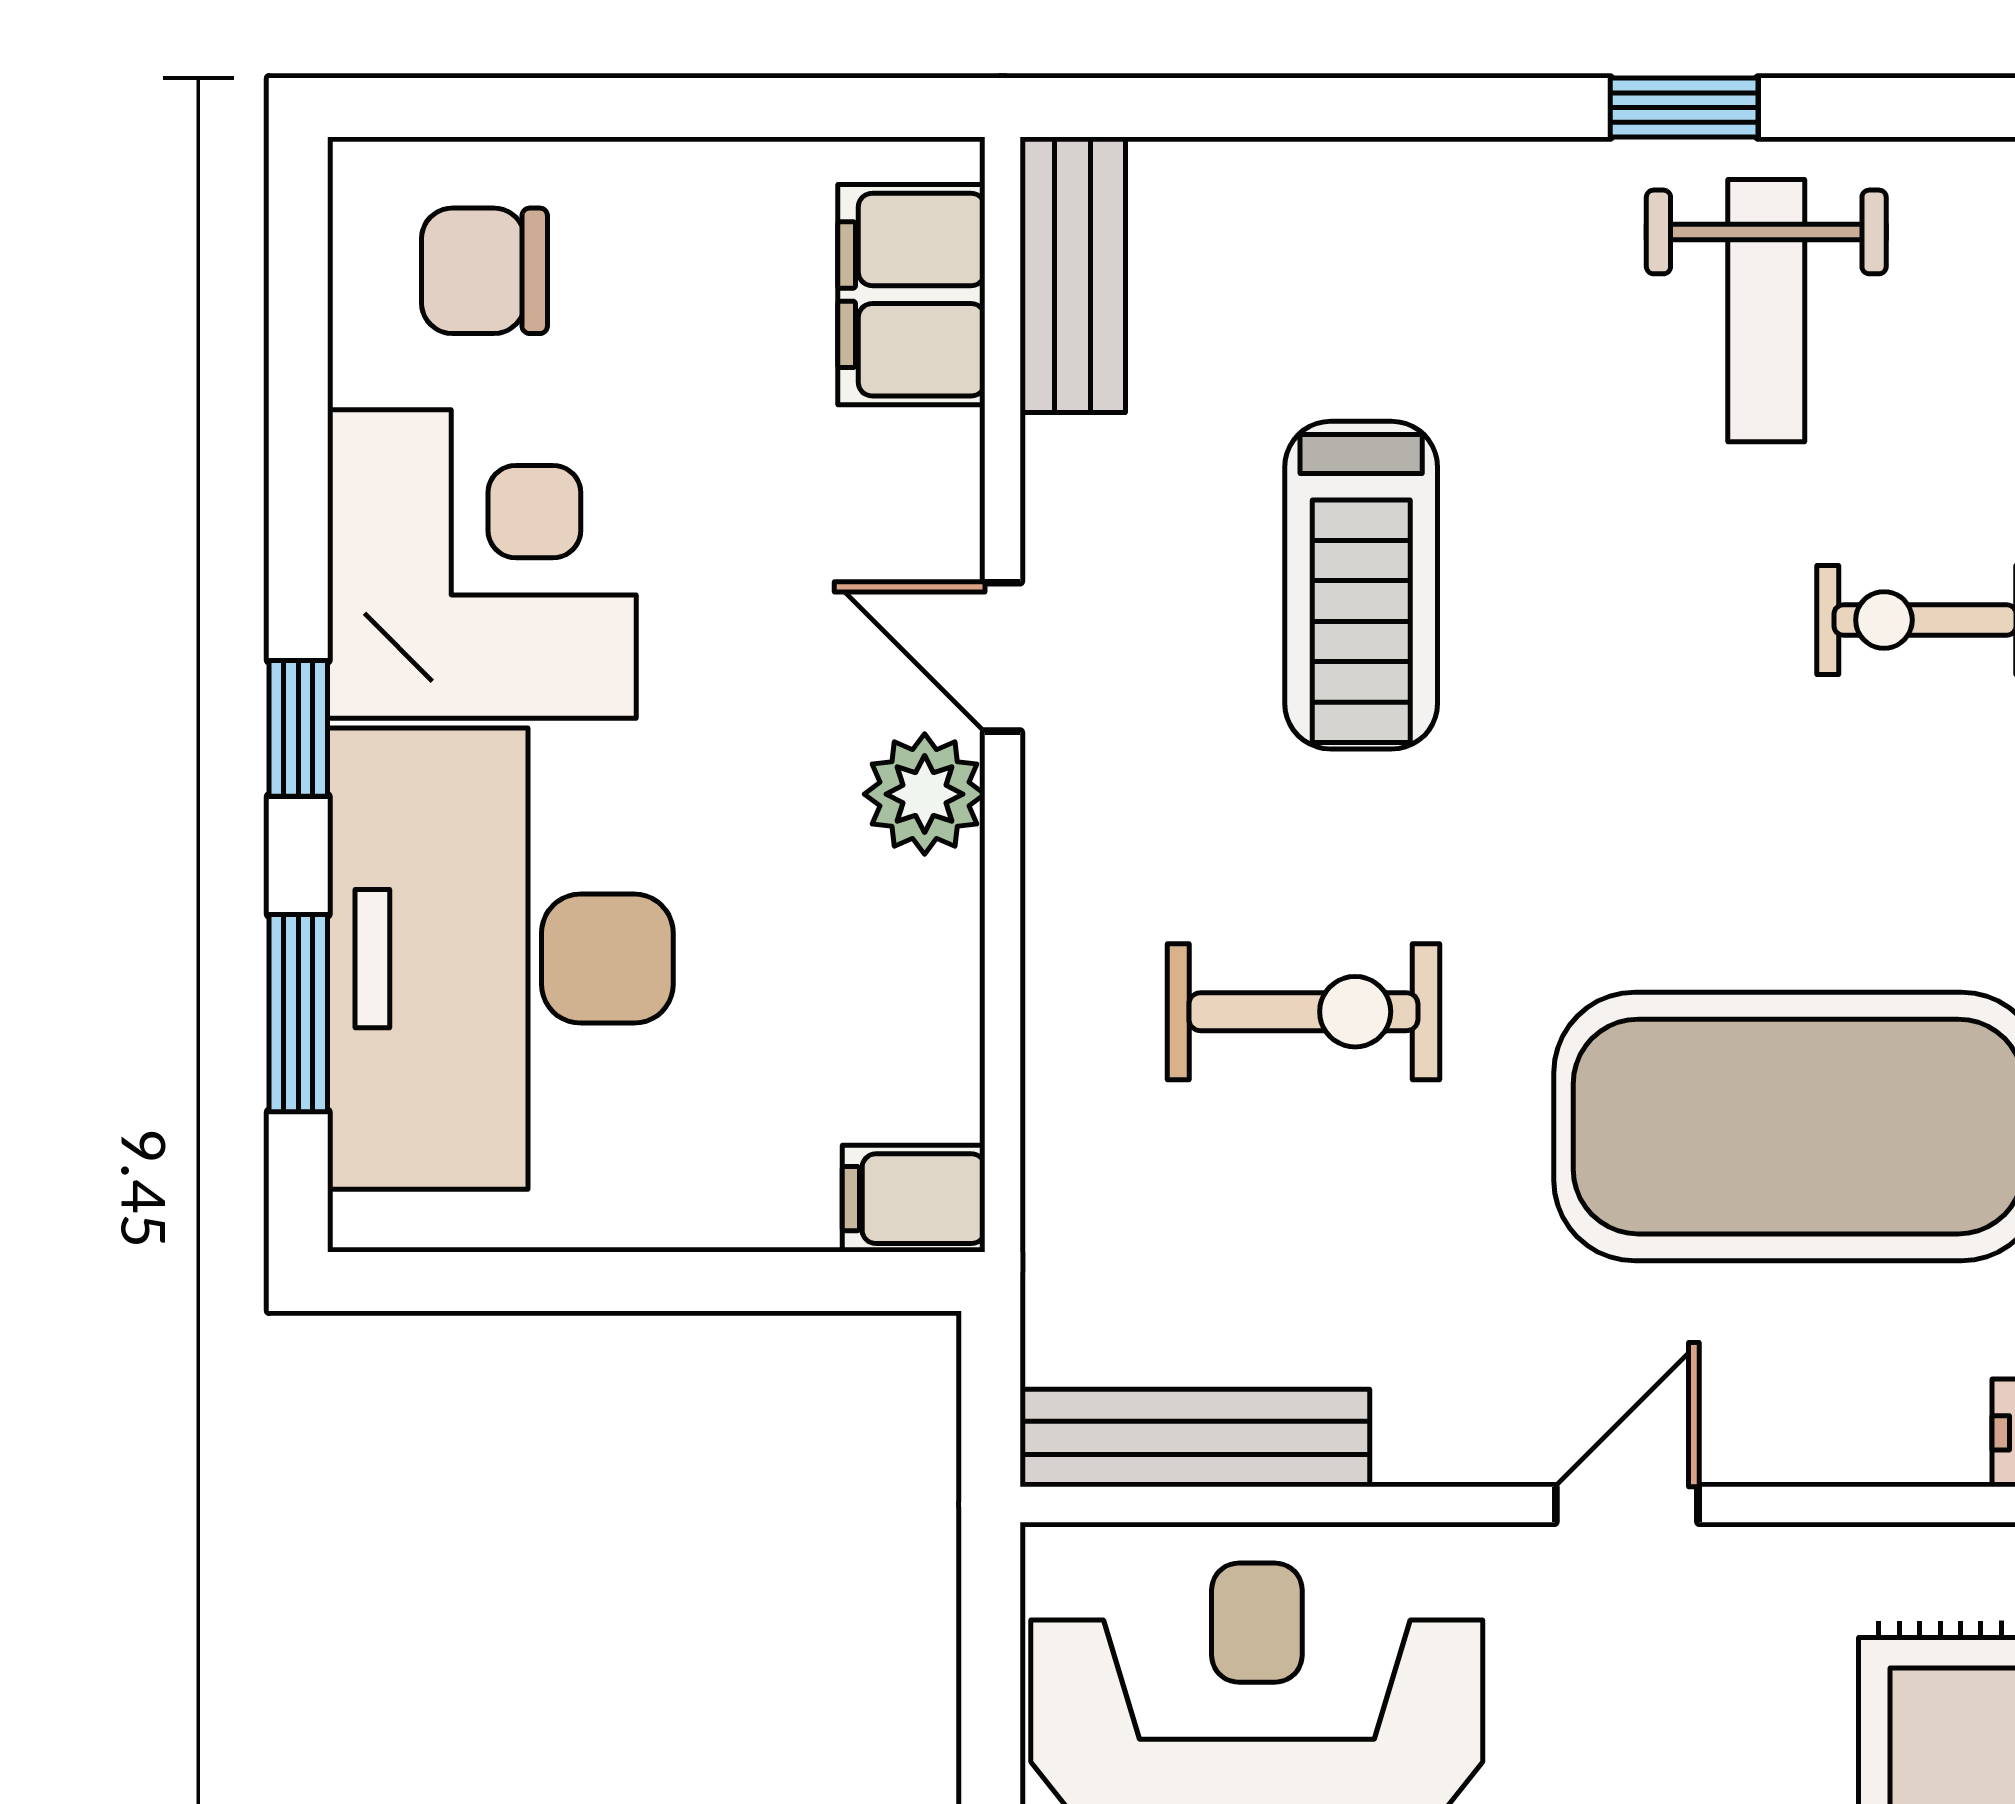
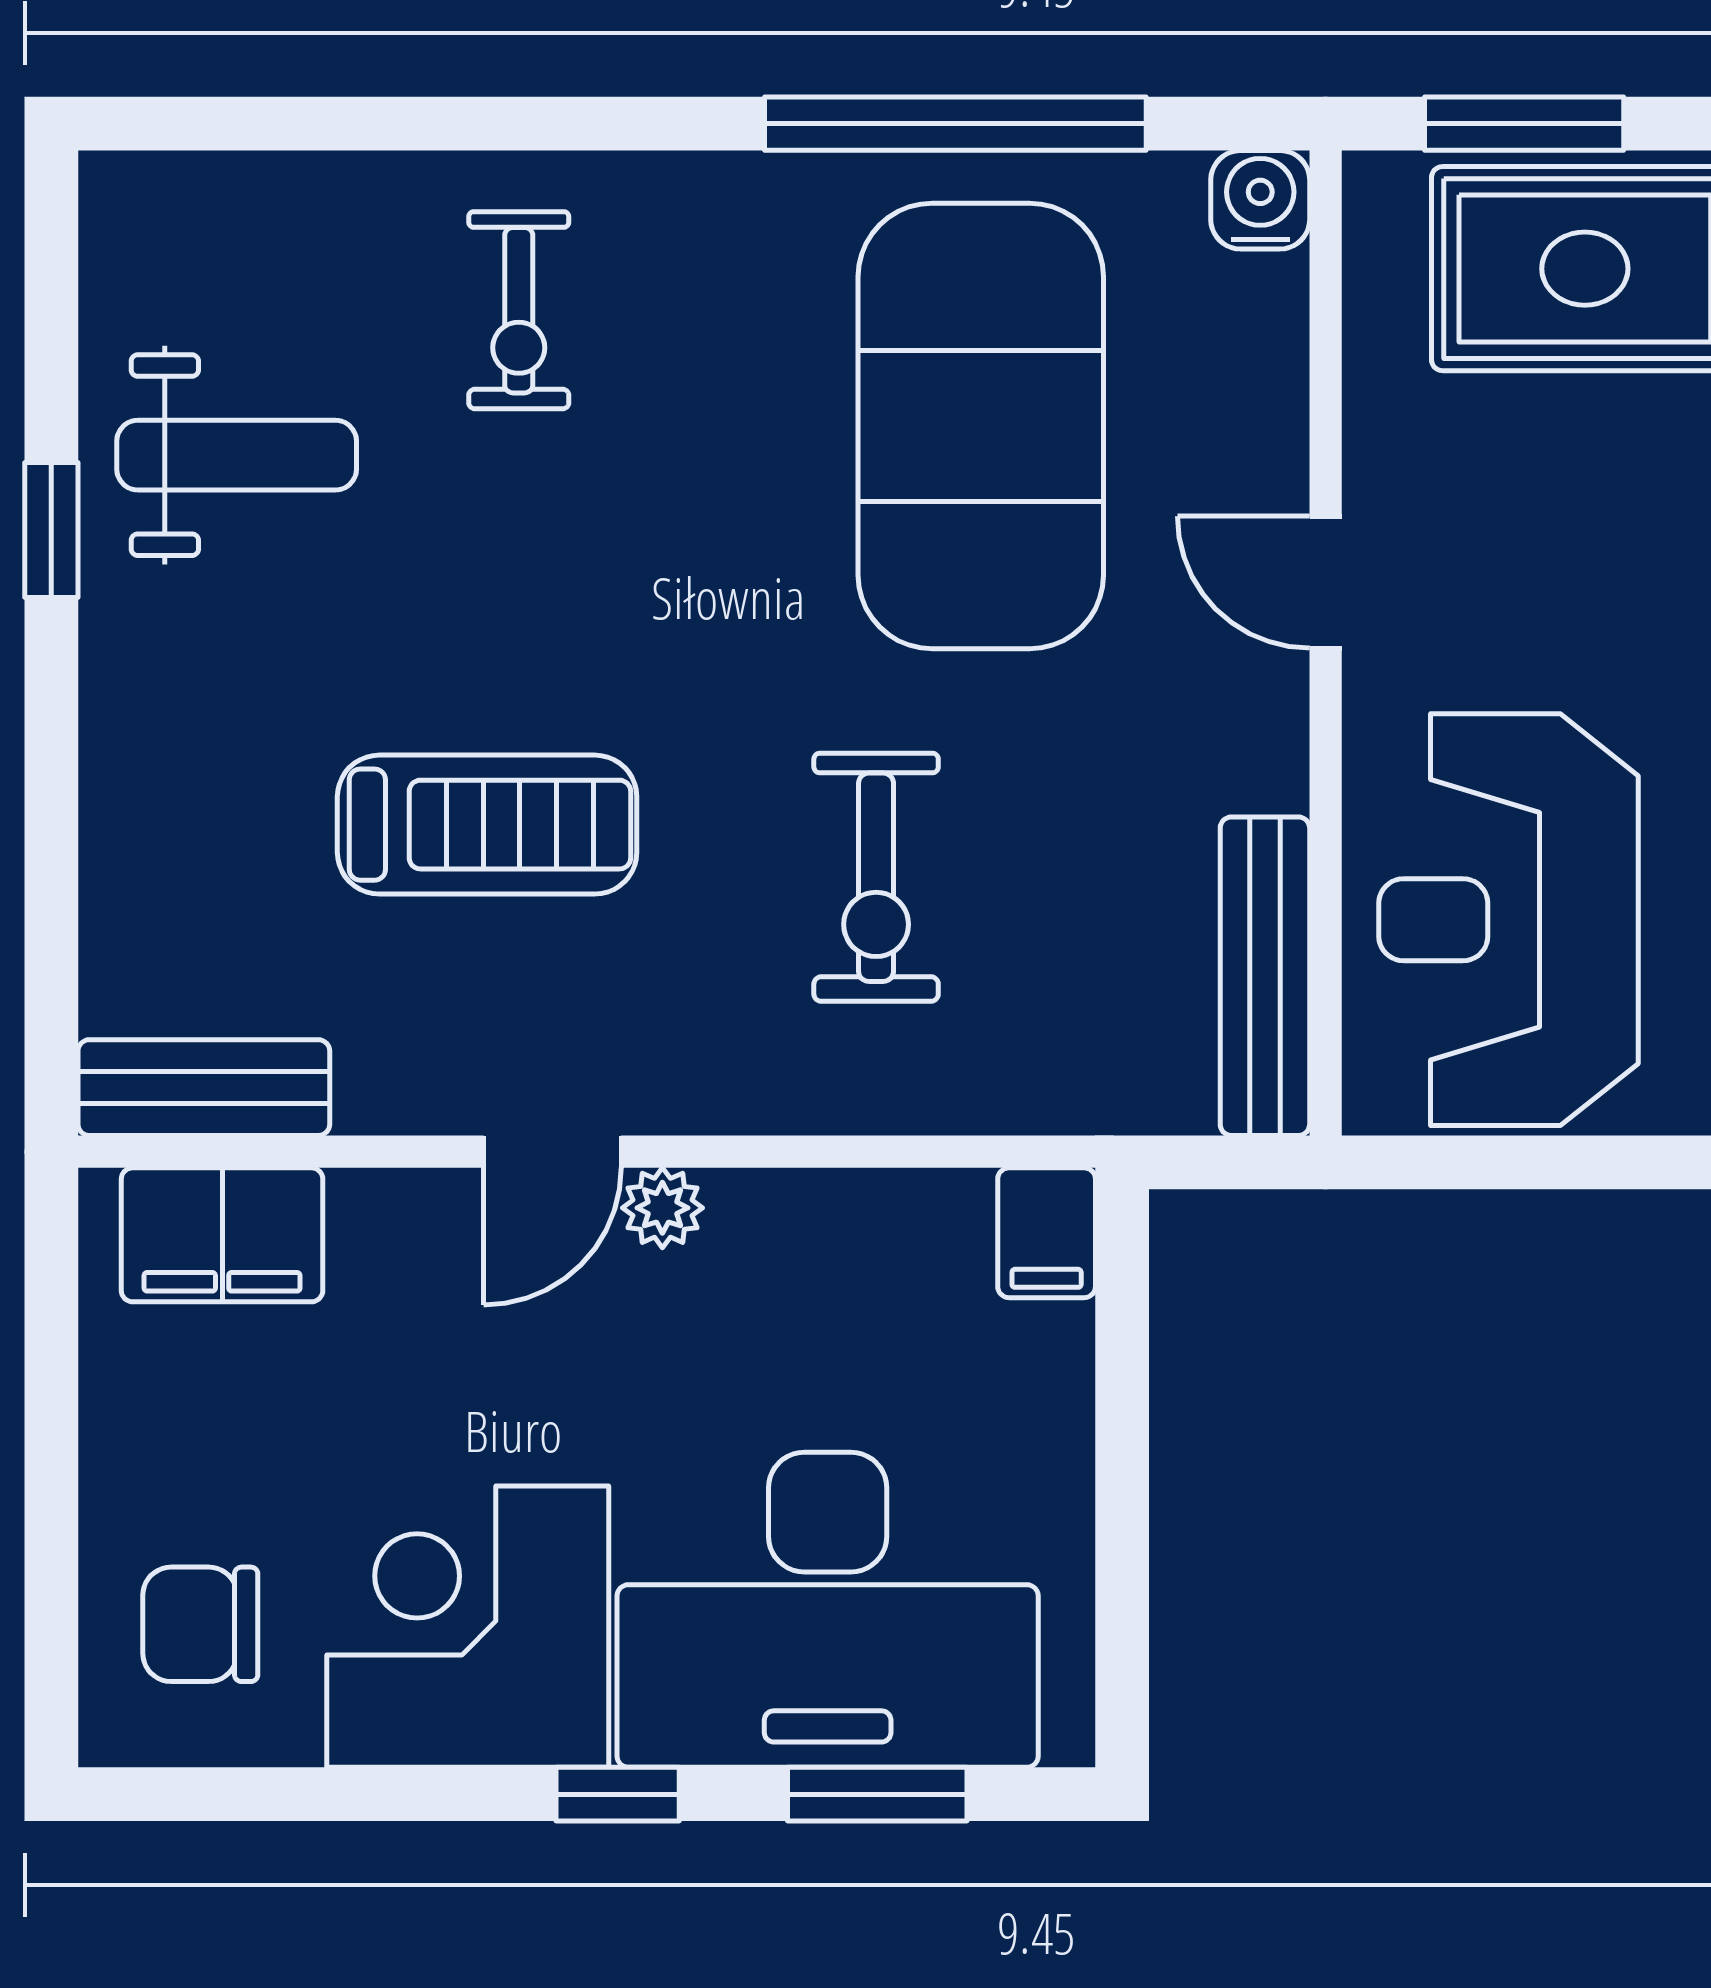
chair: (484, 271) -> (200, 1624), turned 90
plant: (925, 794) -> (662, 1208), width x0.73, depth x0.73
exercise bike: (1303, 1012) -> (876, 877), turned 180

